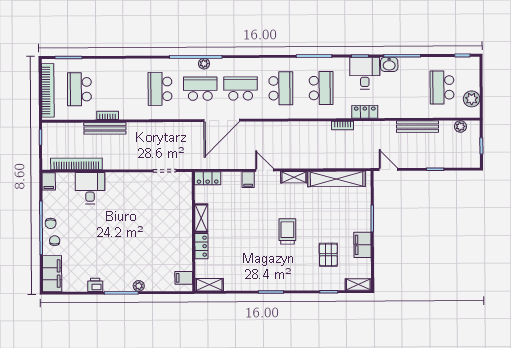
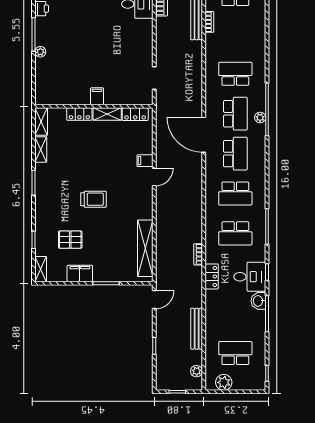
shelving: (294, 177) -> (41, 149), moved
locker: (208, 178) -> (135, 114), moved, turned -90
filing cabinet: (184, 278) -> (97, 96), moved

